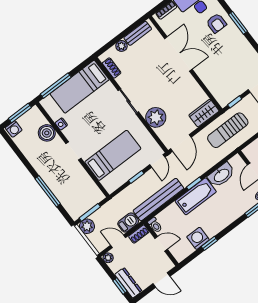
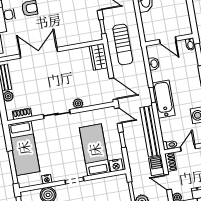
plant: (156, 117) -> (78, 103), width x0.53, depth x0.53
washbasin: (221, 175) -> (154, 64), width x0.52, depth x0.69
nightstand: (109, 183) -> (116, 165), added
door: (118, 241) -> (168, 182), hinge flipped

